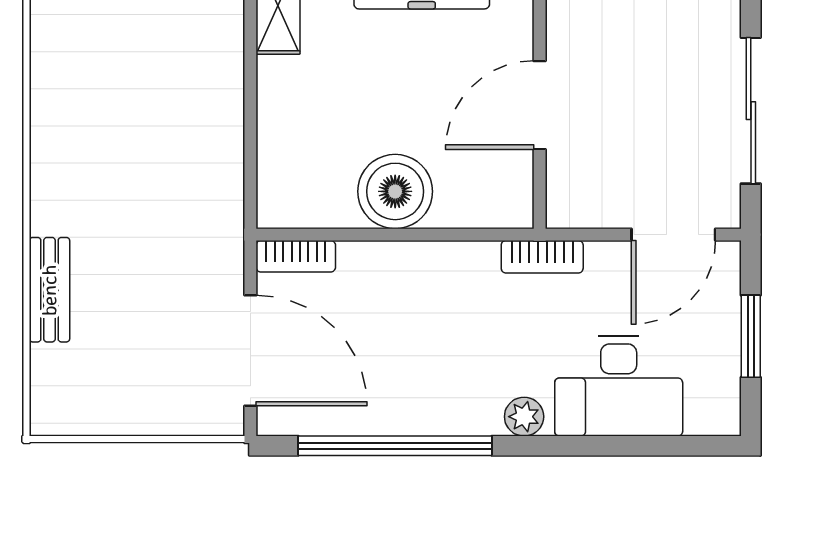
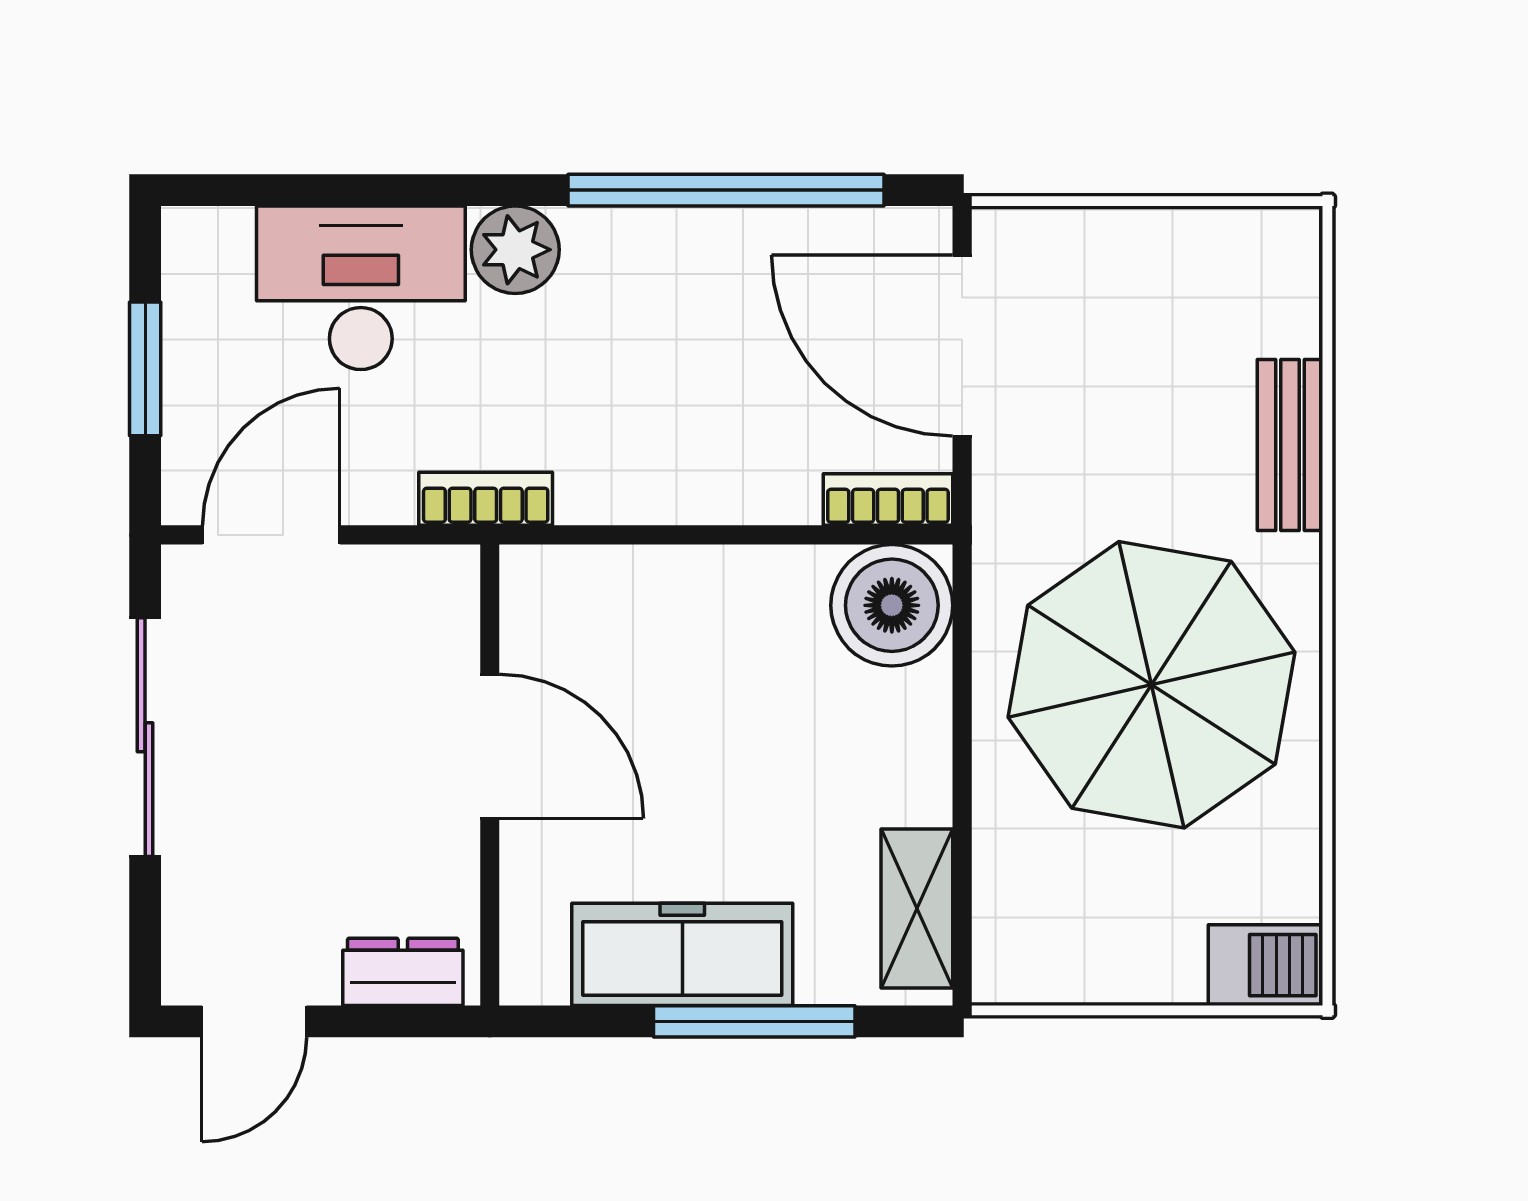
door: (540, 105) -> (490, 746), hinge flipped
parasol: (134, 143) -> (1152, 685), added
boiler: (395, 191) -> (892, 605), moved
plant: (524, 417) -> (515, 250), width x1.38, depth x1.38

